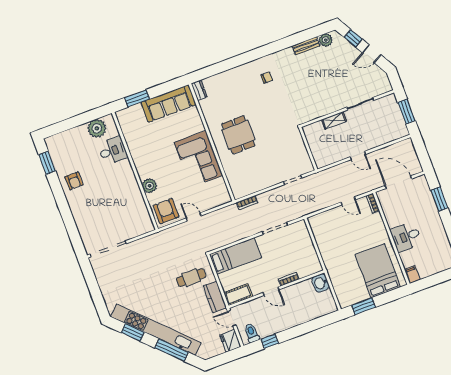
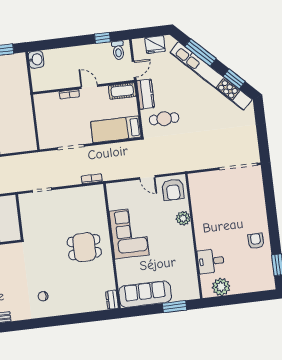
dining table: (238, 135) -> (84, 247), turned 90
washbasin: (321, 283) -> (36, 59), moved
door: (232, 318) -> (134, 69), hinge flipped
fridge: (230, 341) -> (155, 45), moved, turned 90

